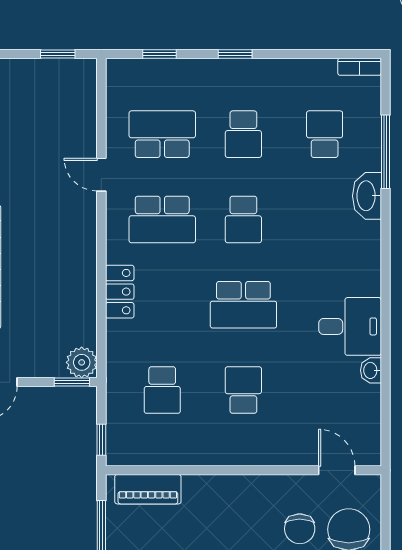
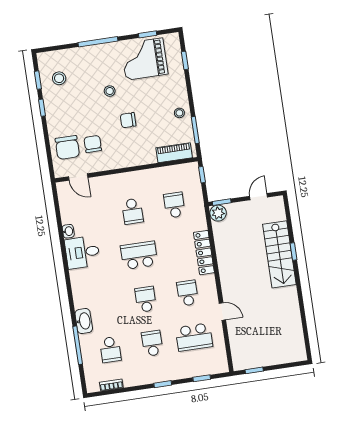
bookcase: (360, 67) -> (111, 385), moved
school desk: (162, 219) -> (188, 293), width x0.54
locker: (120, 292) -> (204, 253), width x1.53

